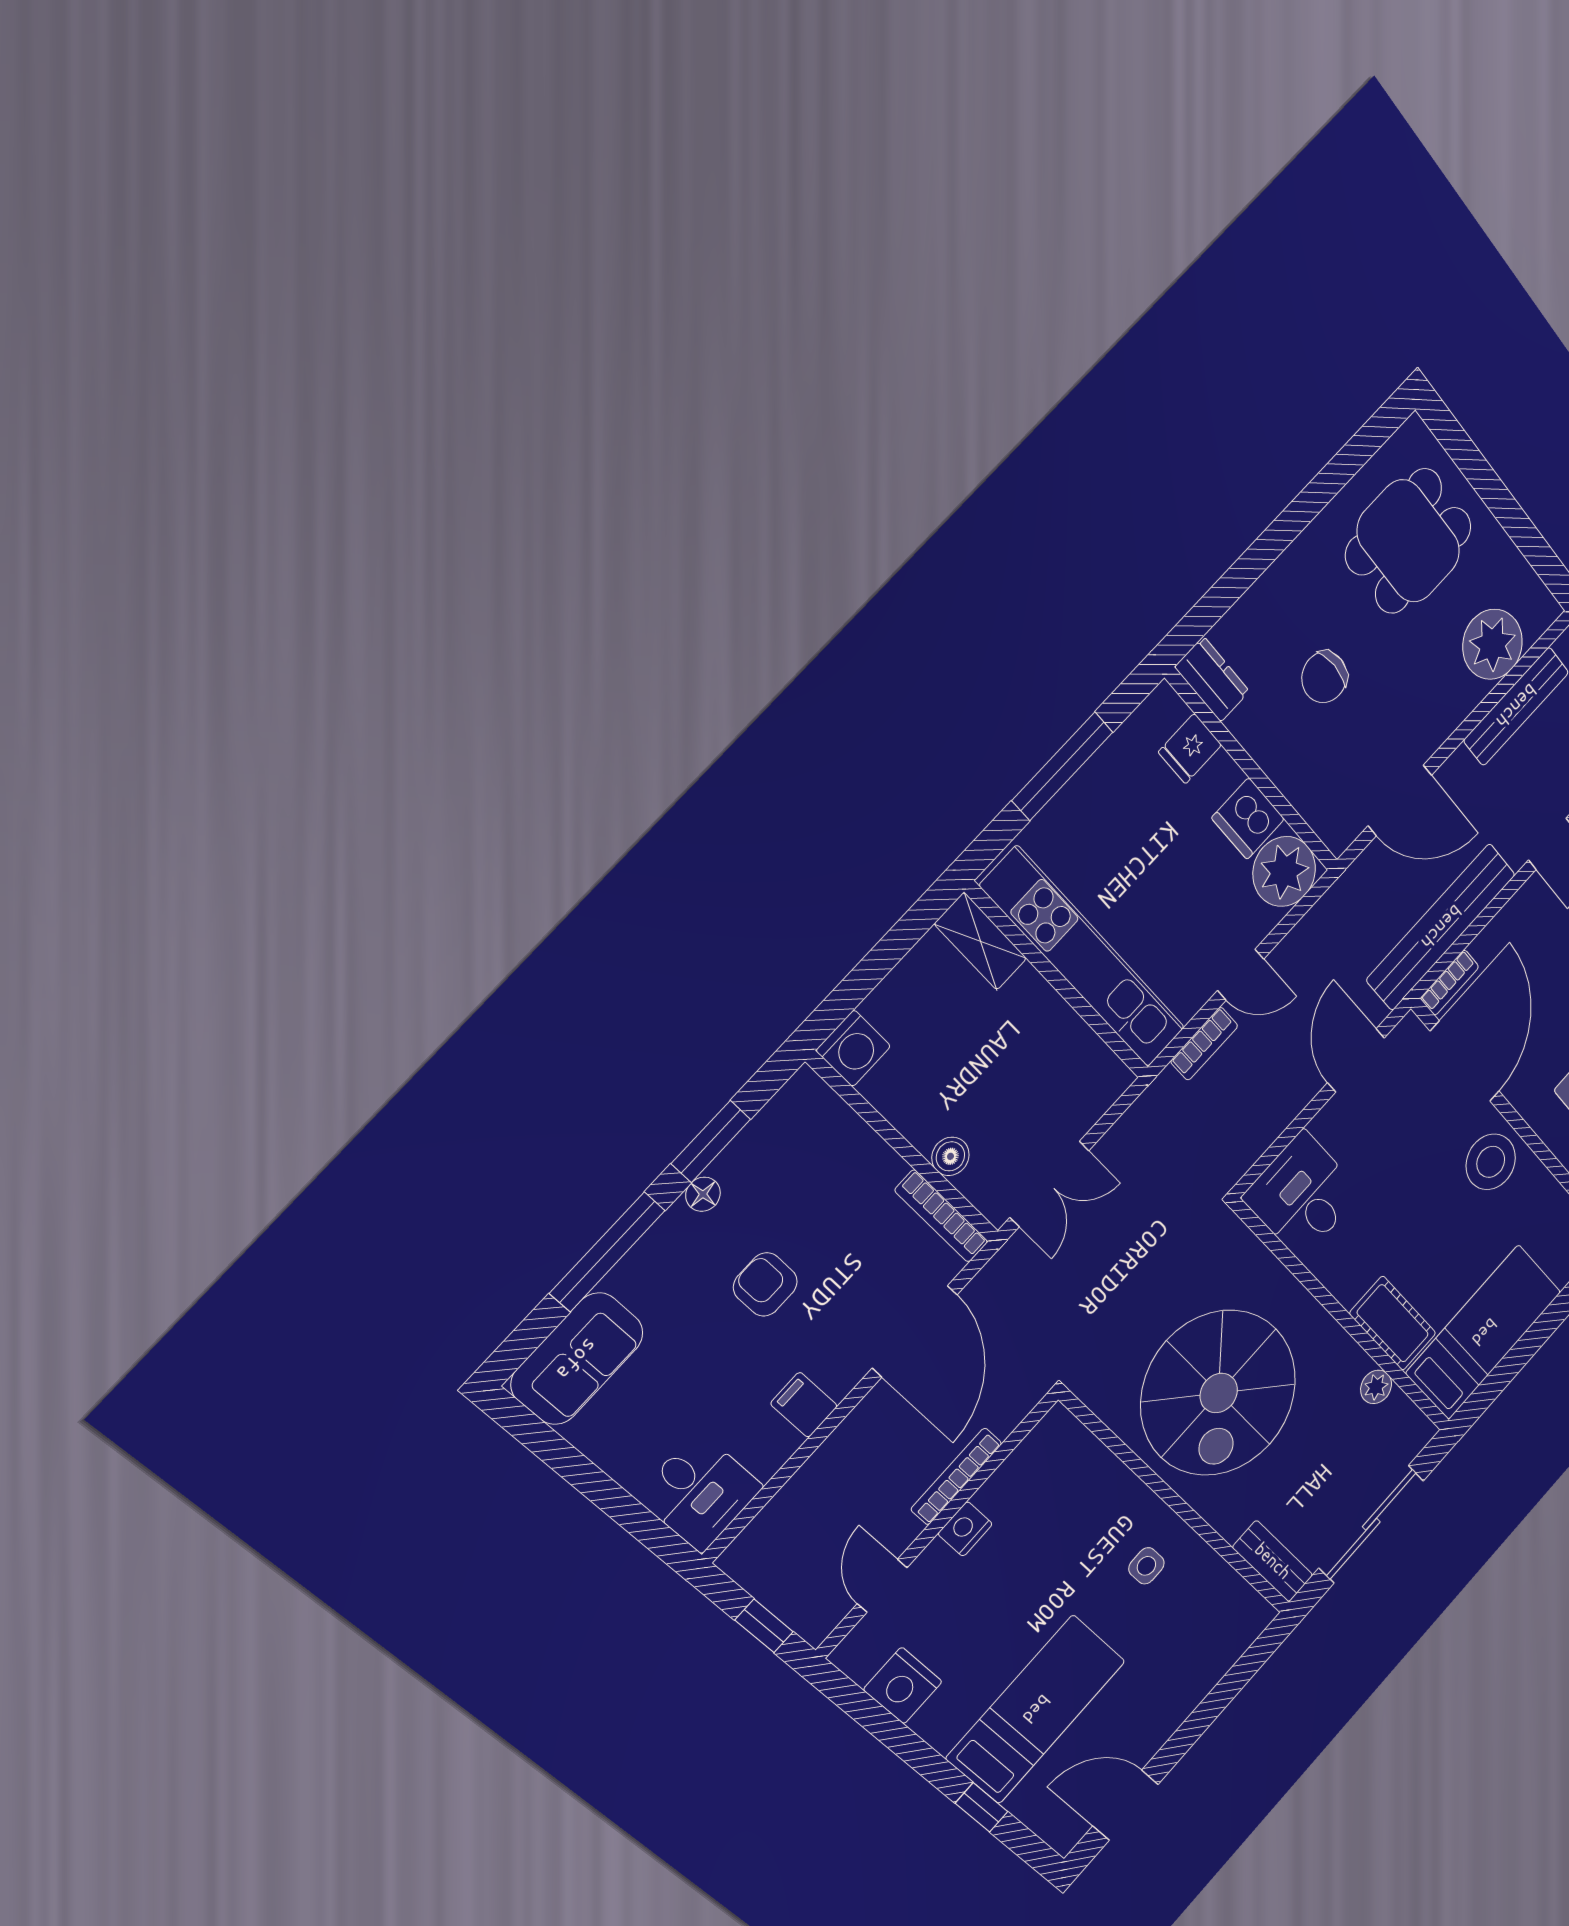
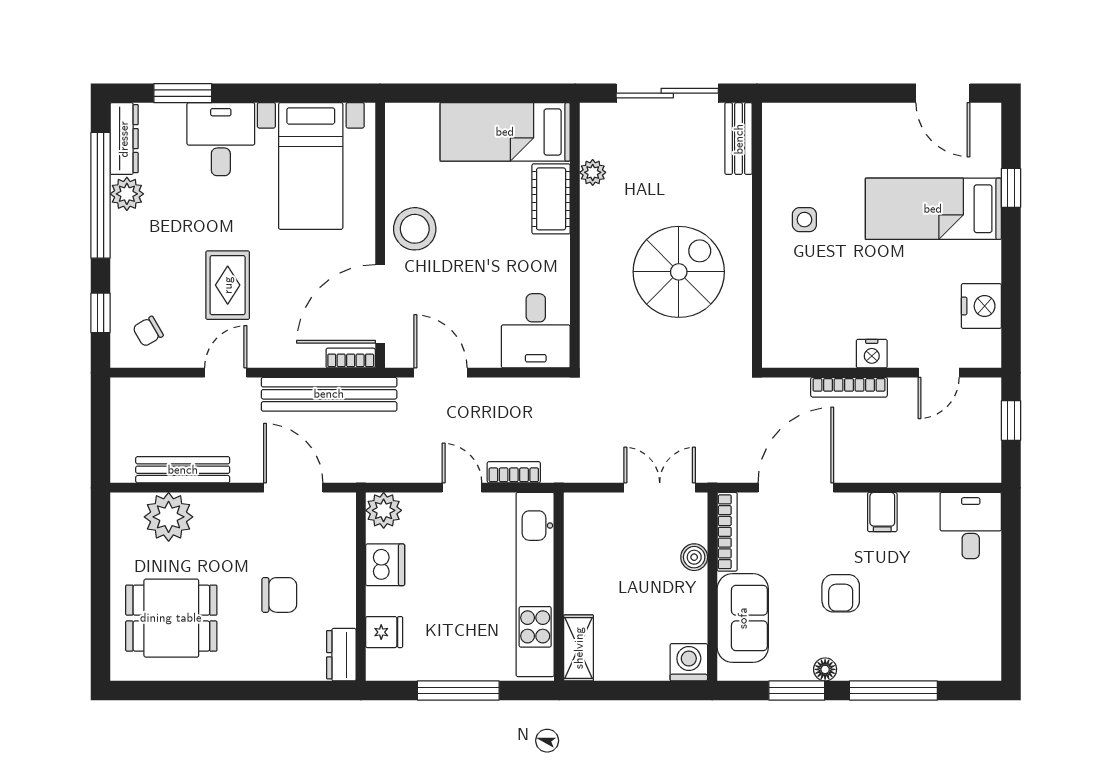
plant: (1284, 871) -> (384, 510), width x0.73, depth x0.73
door: (1356, 1060) -> (441, 373), swing flipped
sofa: (577, 1359) -> (743, 618), moved, turned 90
spiral stairs: (1219, 1393) -> (679, 272), width x0.73, depth x0.73

